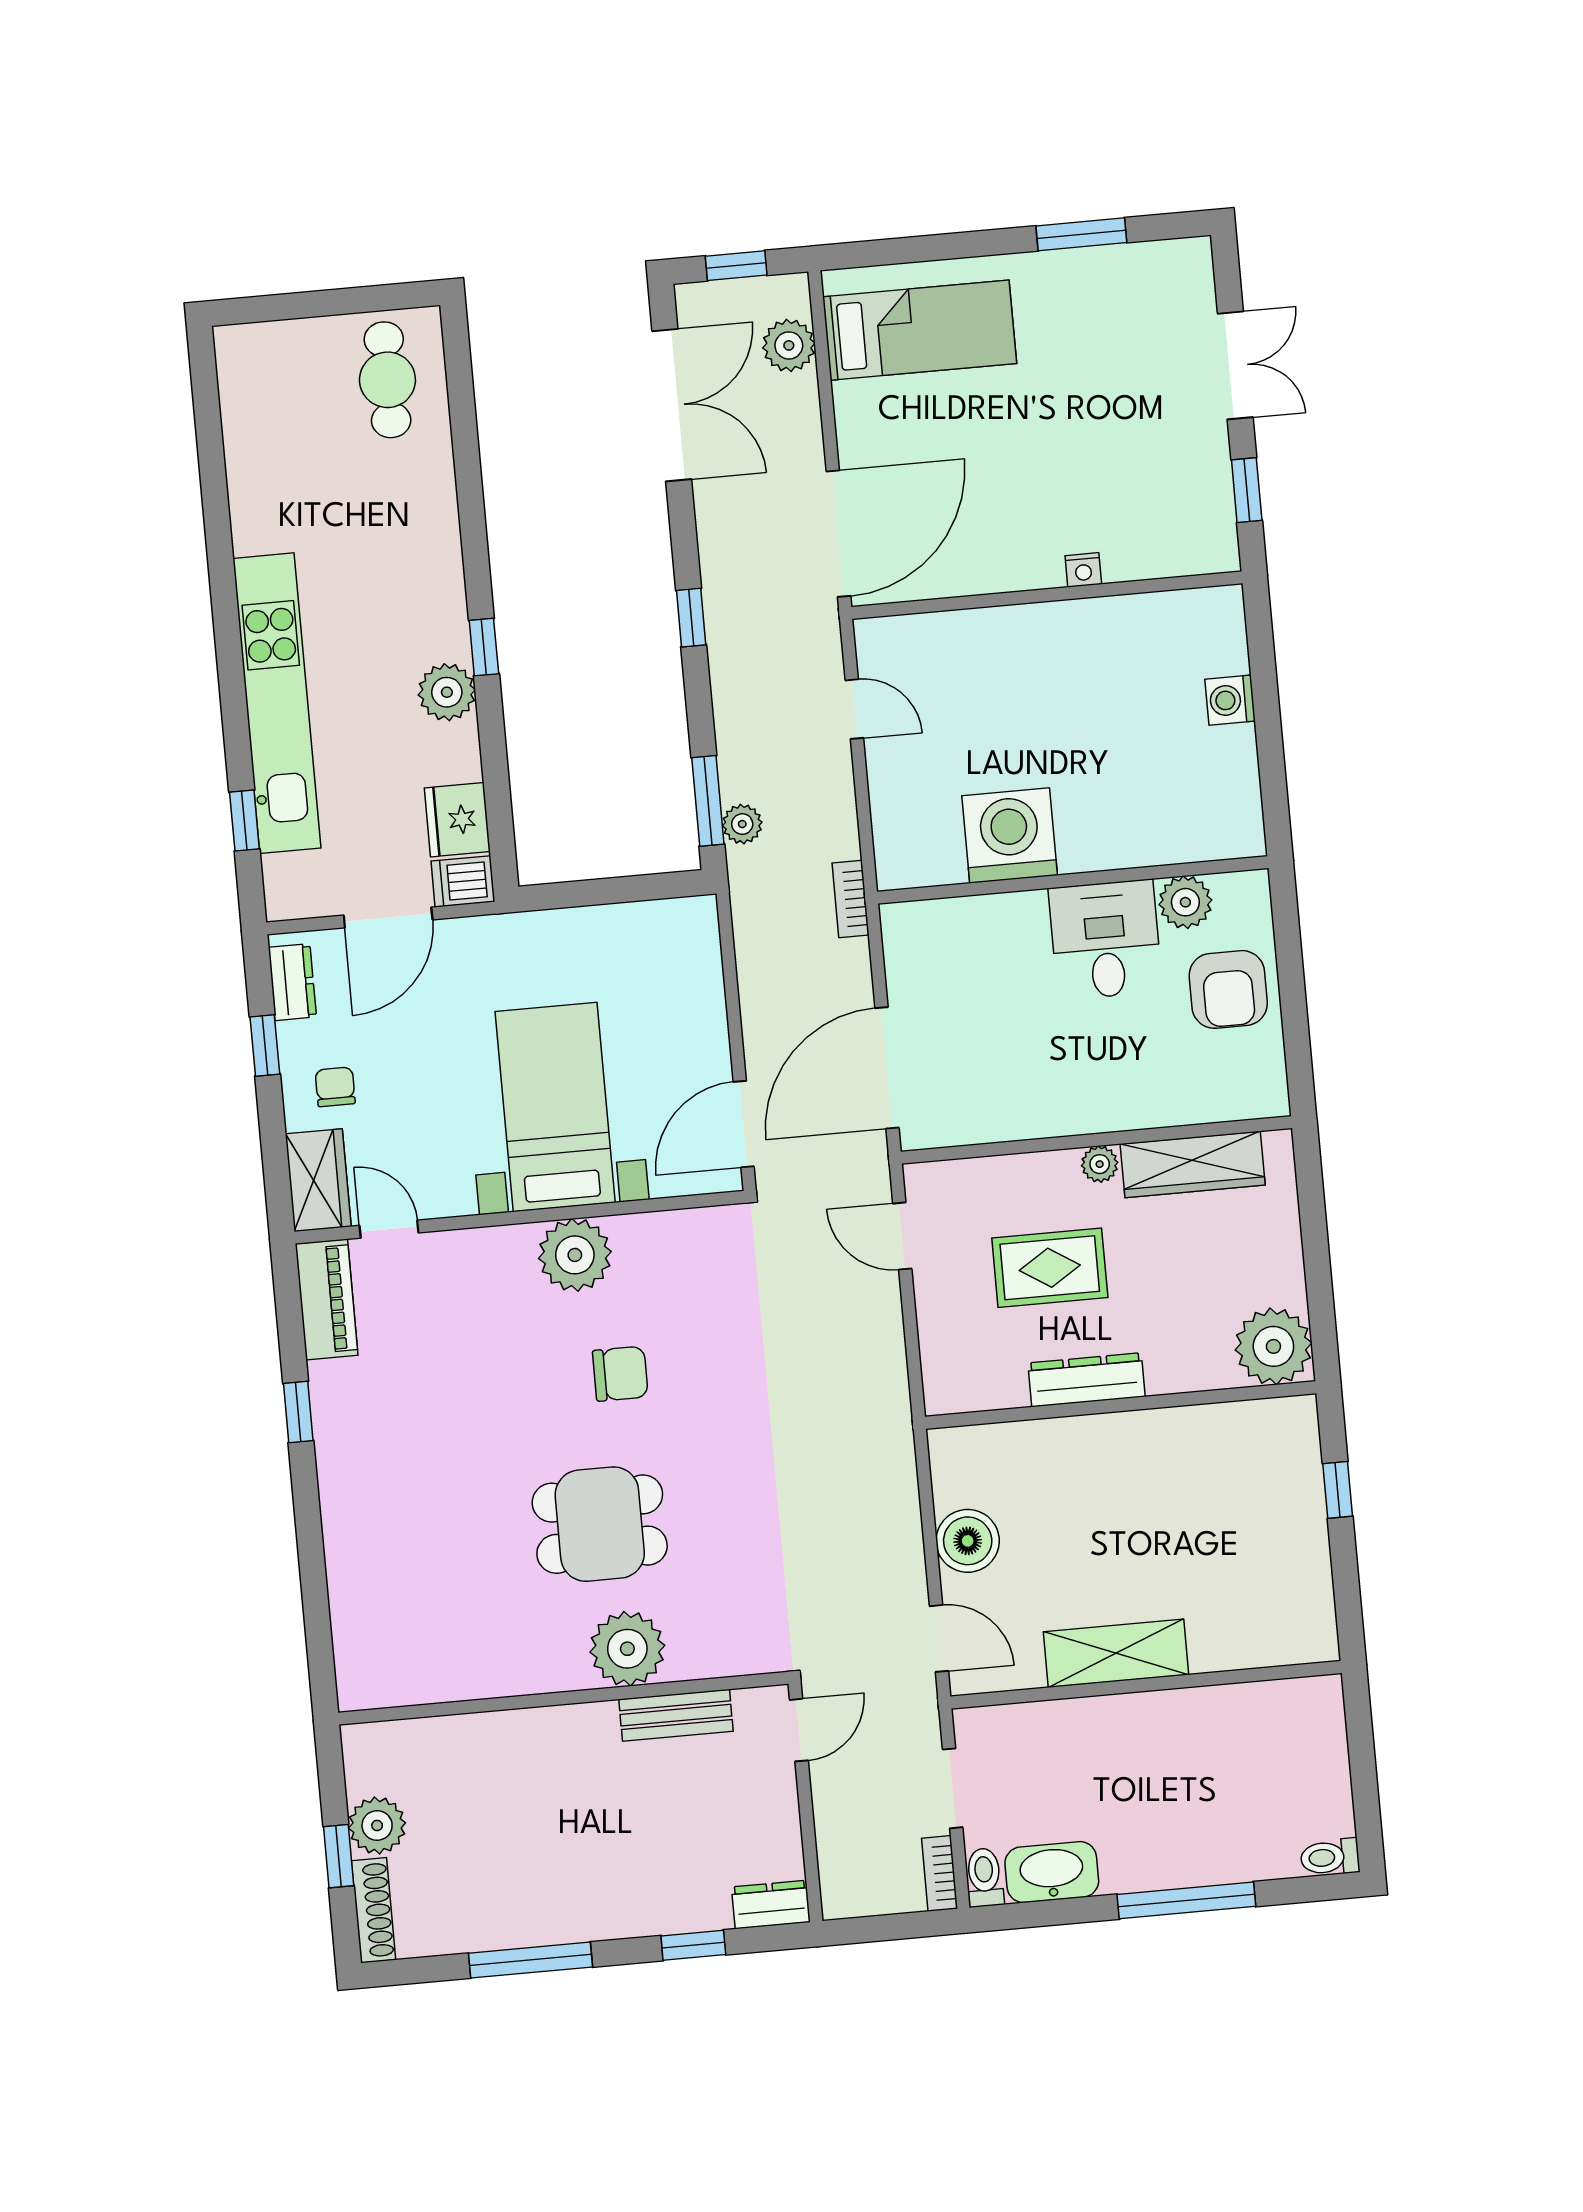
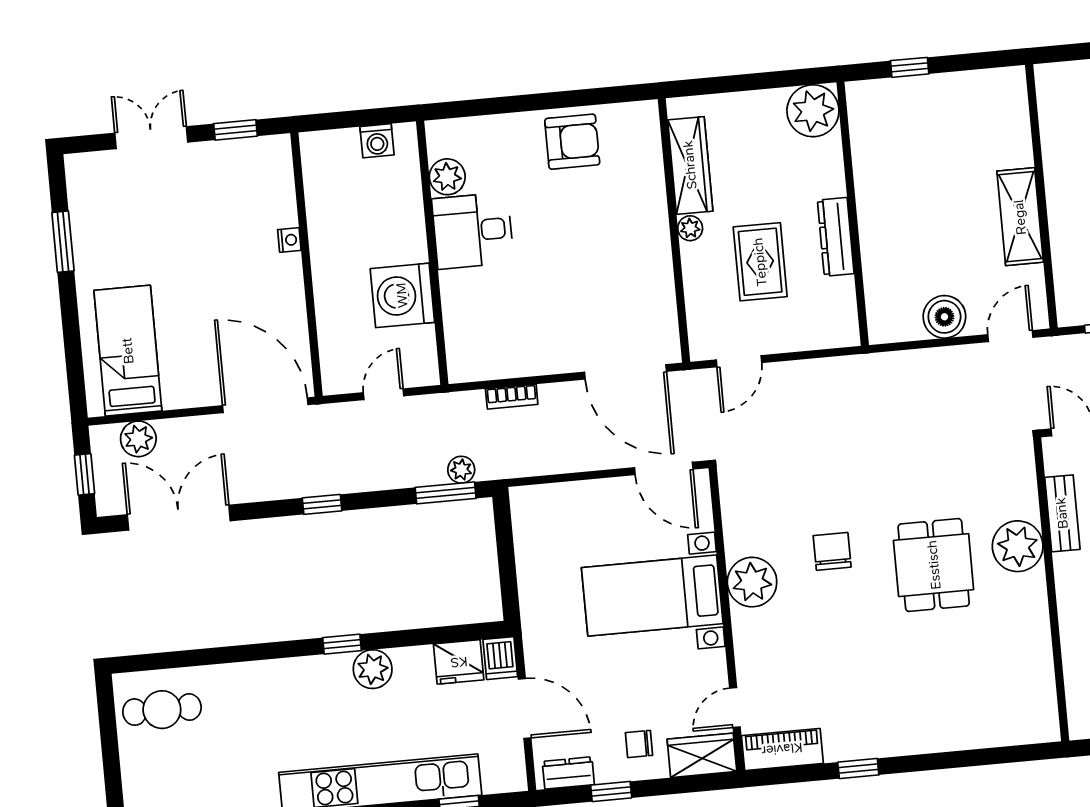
washing machine: (1010, 835) -> (402, 295), moved
wall: (1073, 880) -> (432, 253), moved
plant: (1185, 902) -> (447, 177), moved
desk: (1105, 940) -> (473, 231), moved

